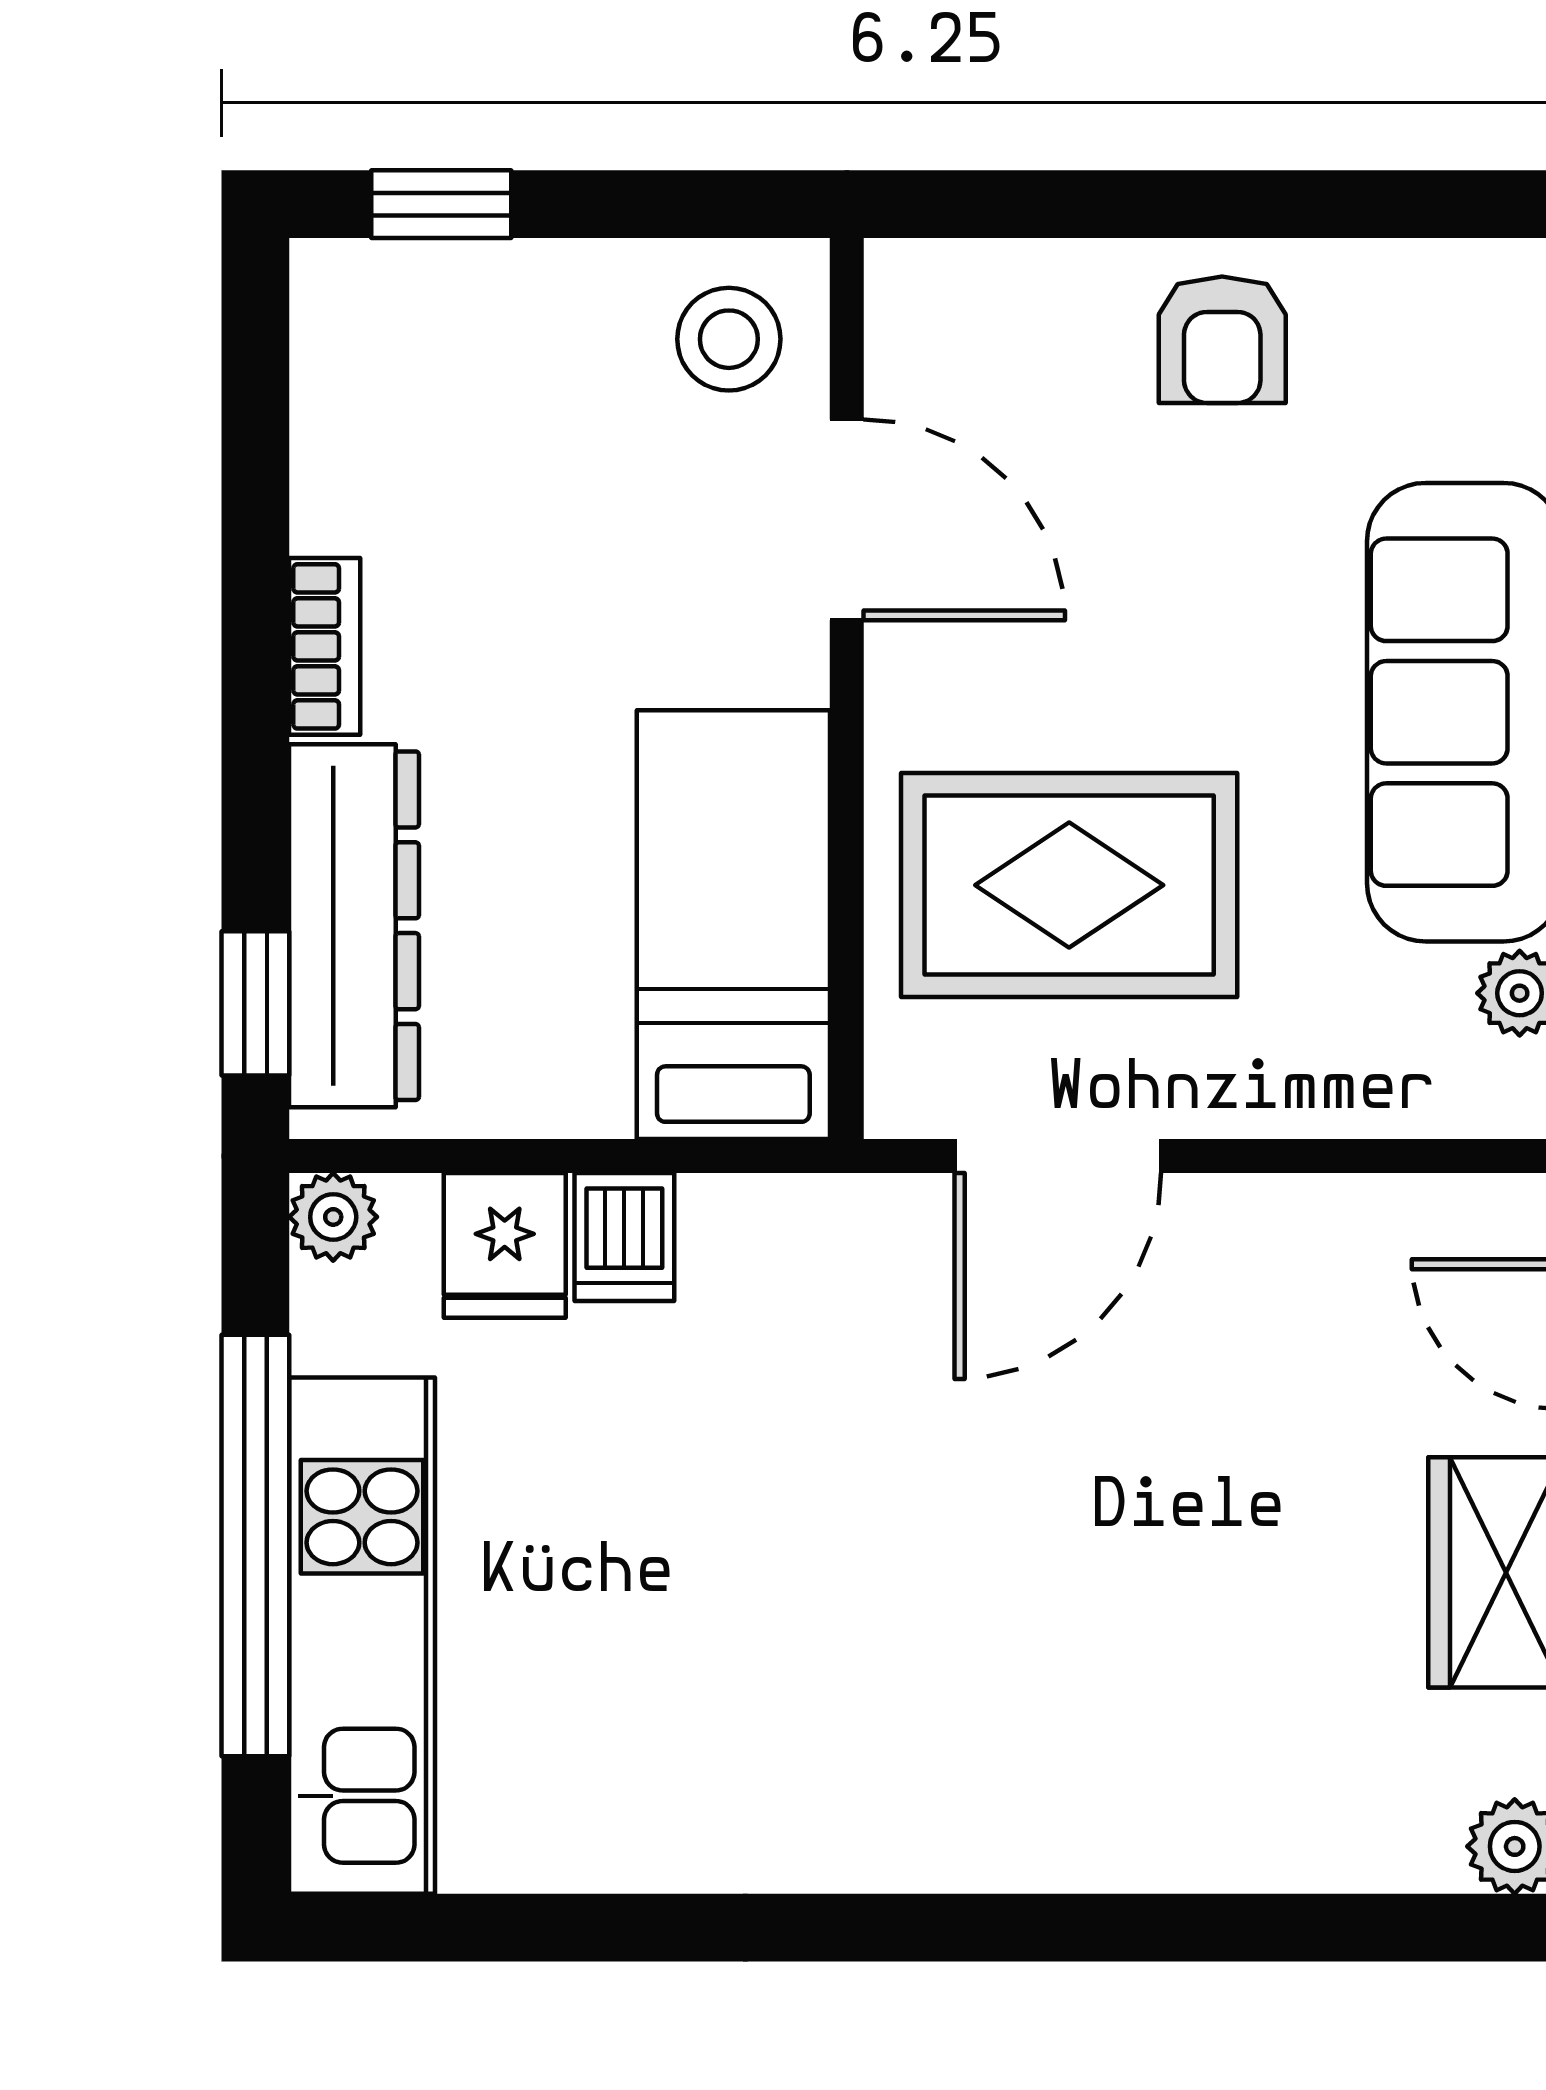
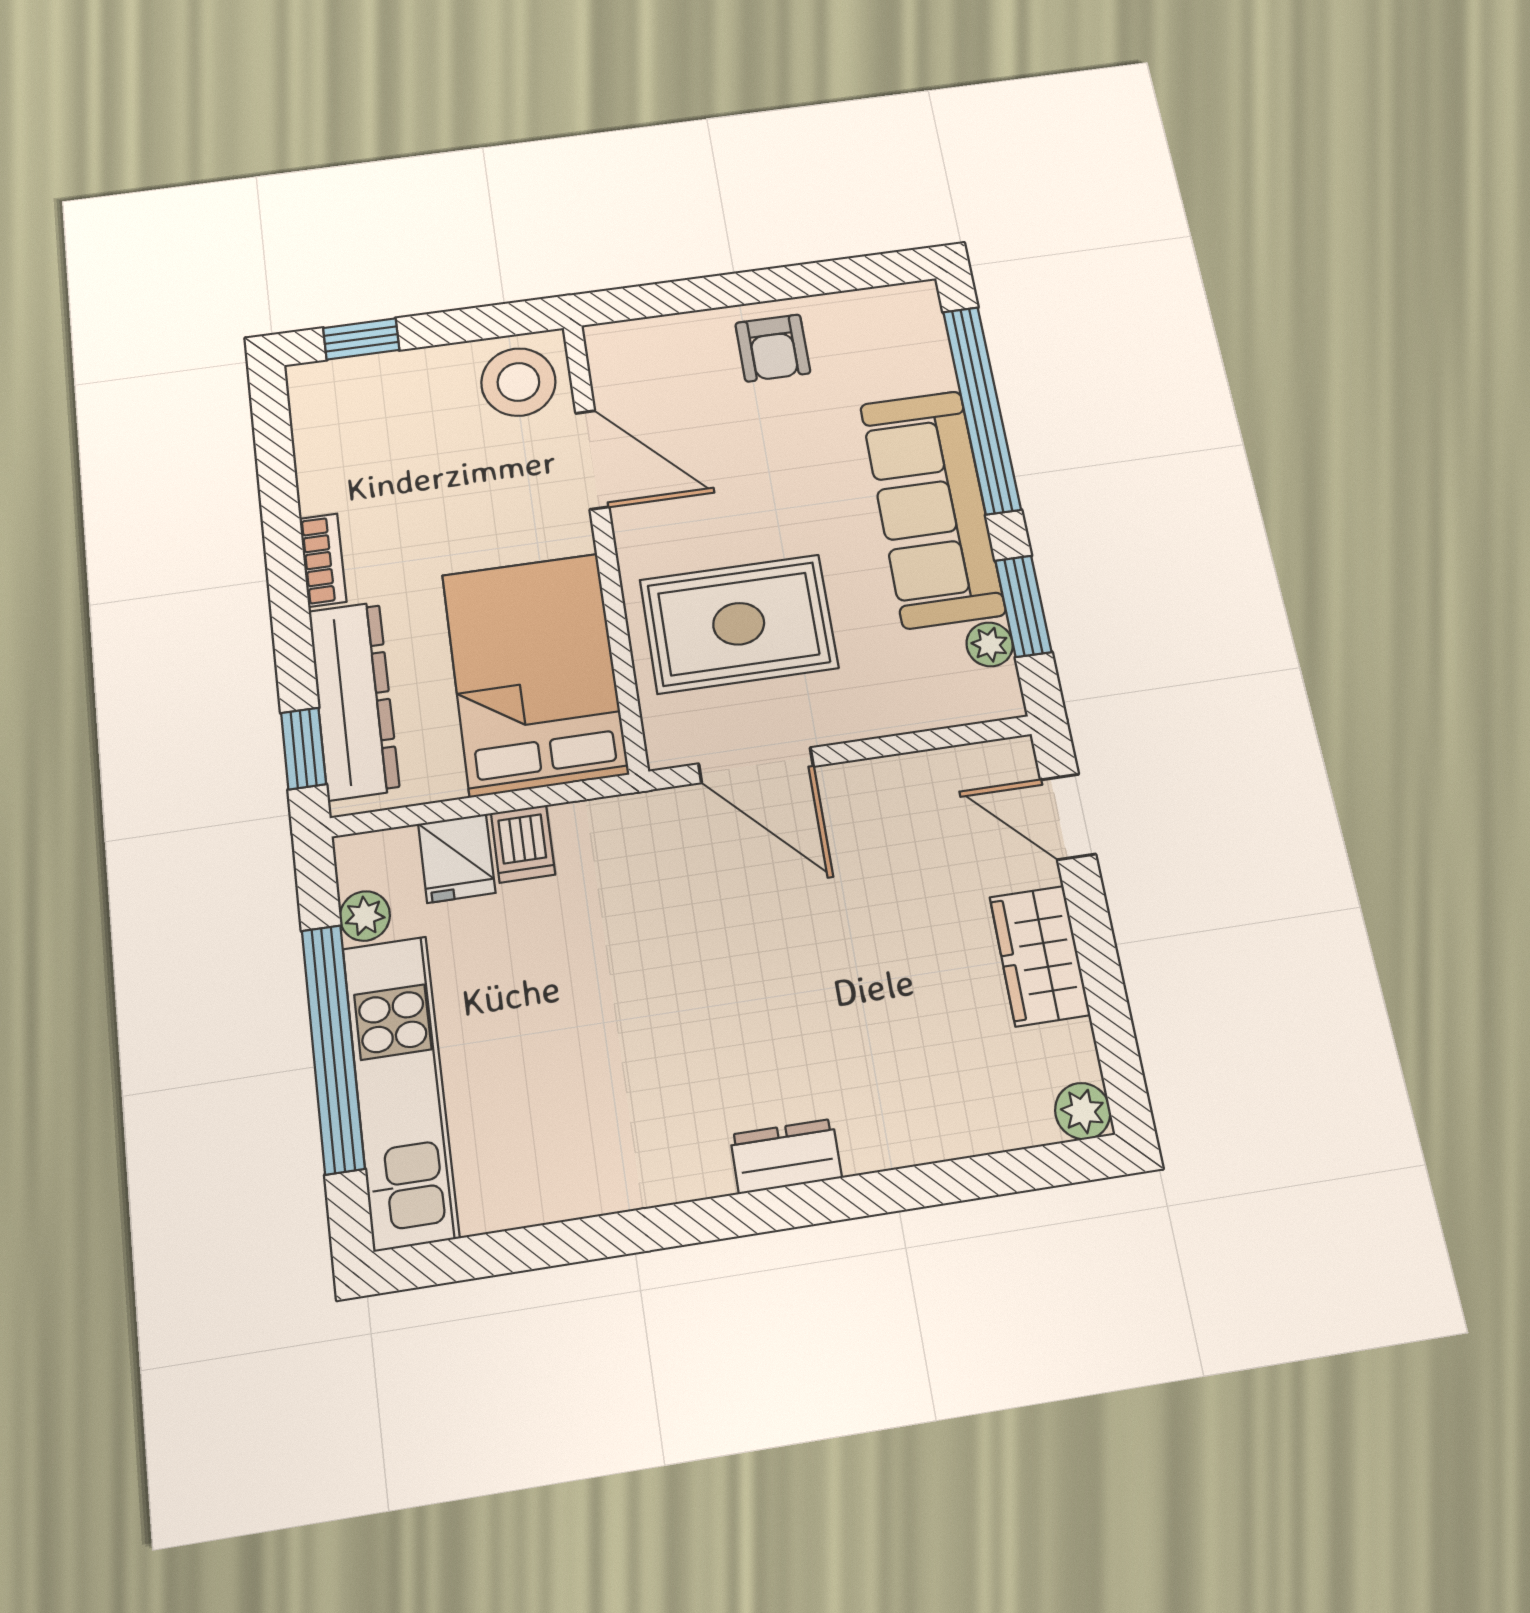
stool: (729, 339) -> (518, 382), width x1.38, depth x1.38
bed: (733, 925) -> (535, 674), width x1.50
door: (1058, 1156) -> (756, 765), hinge flipped
plant: (333, 1217) -> (365, 916), moved
dresser: (998, 1844) -> (786, 1156), added

